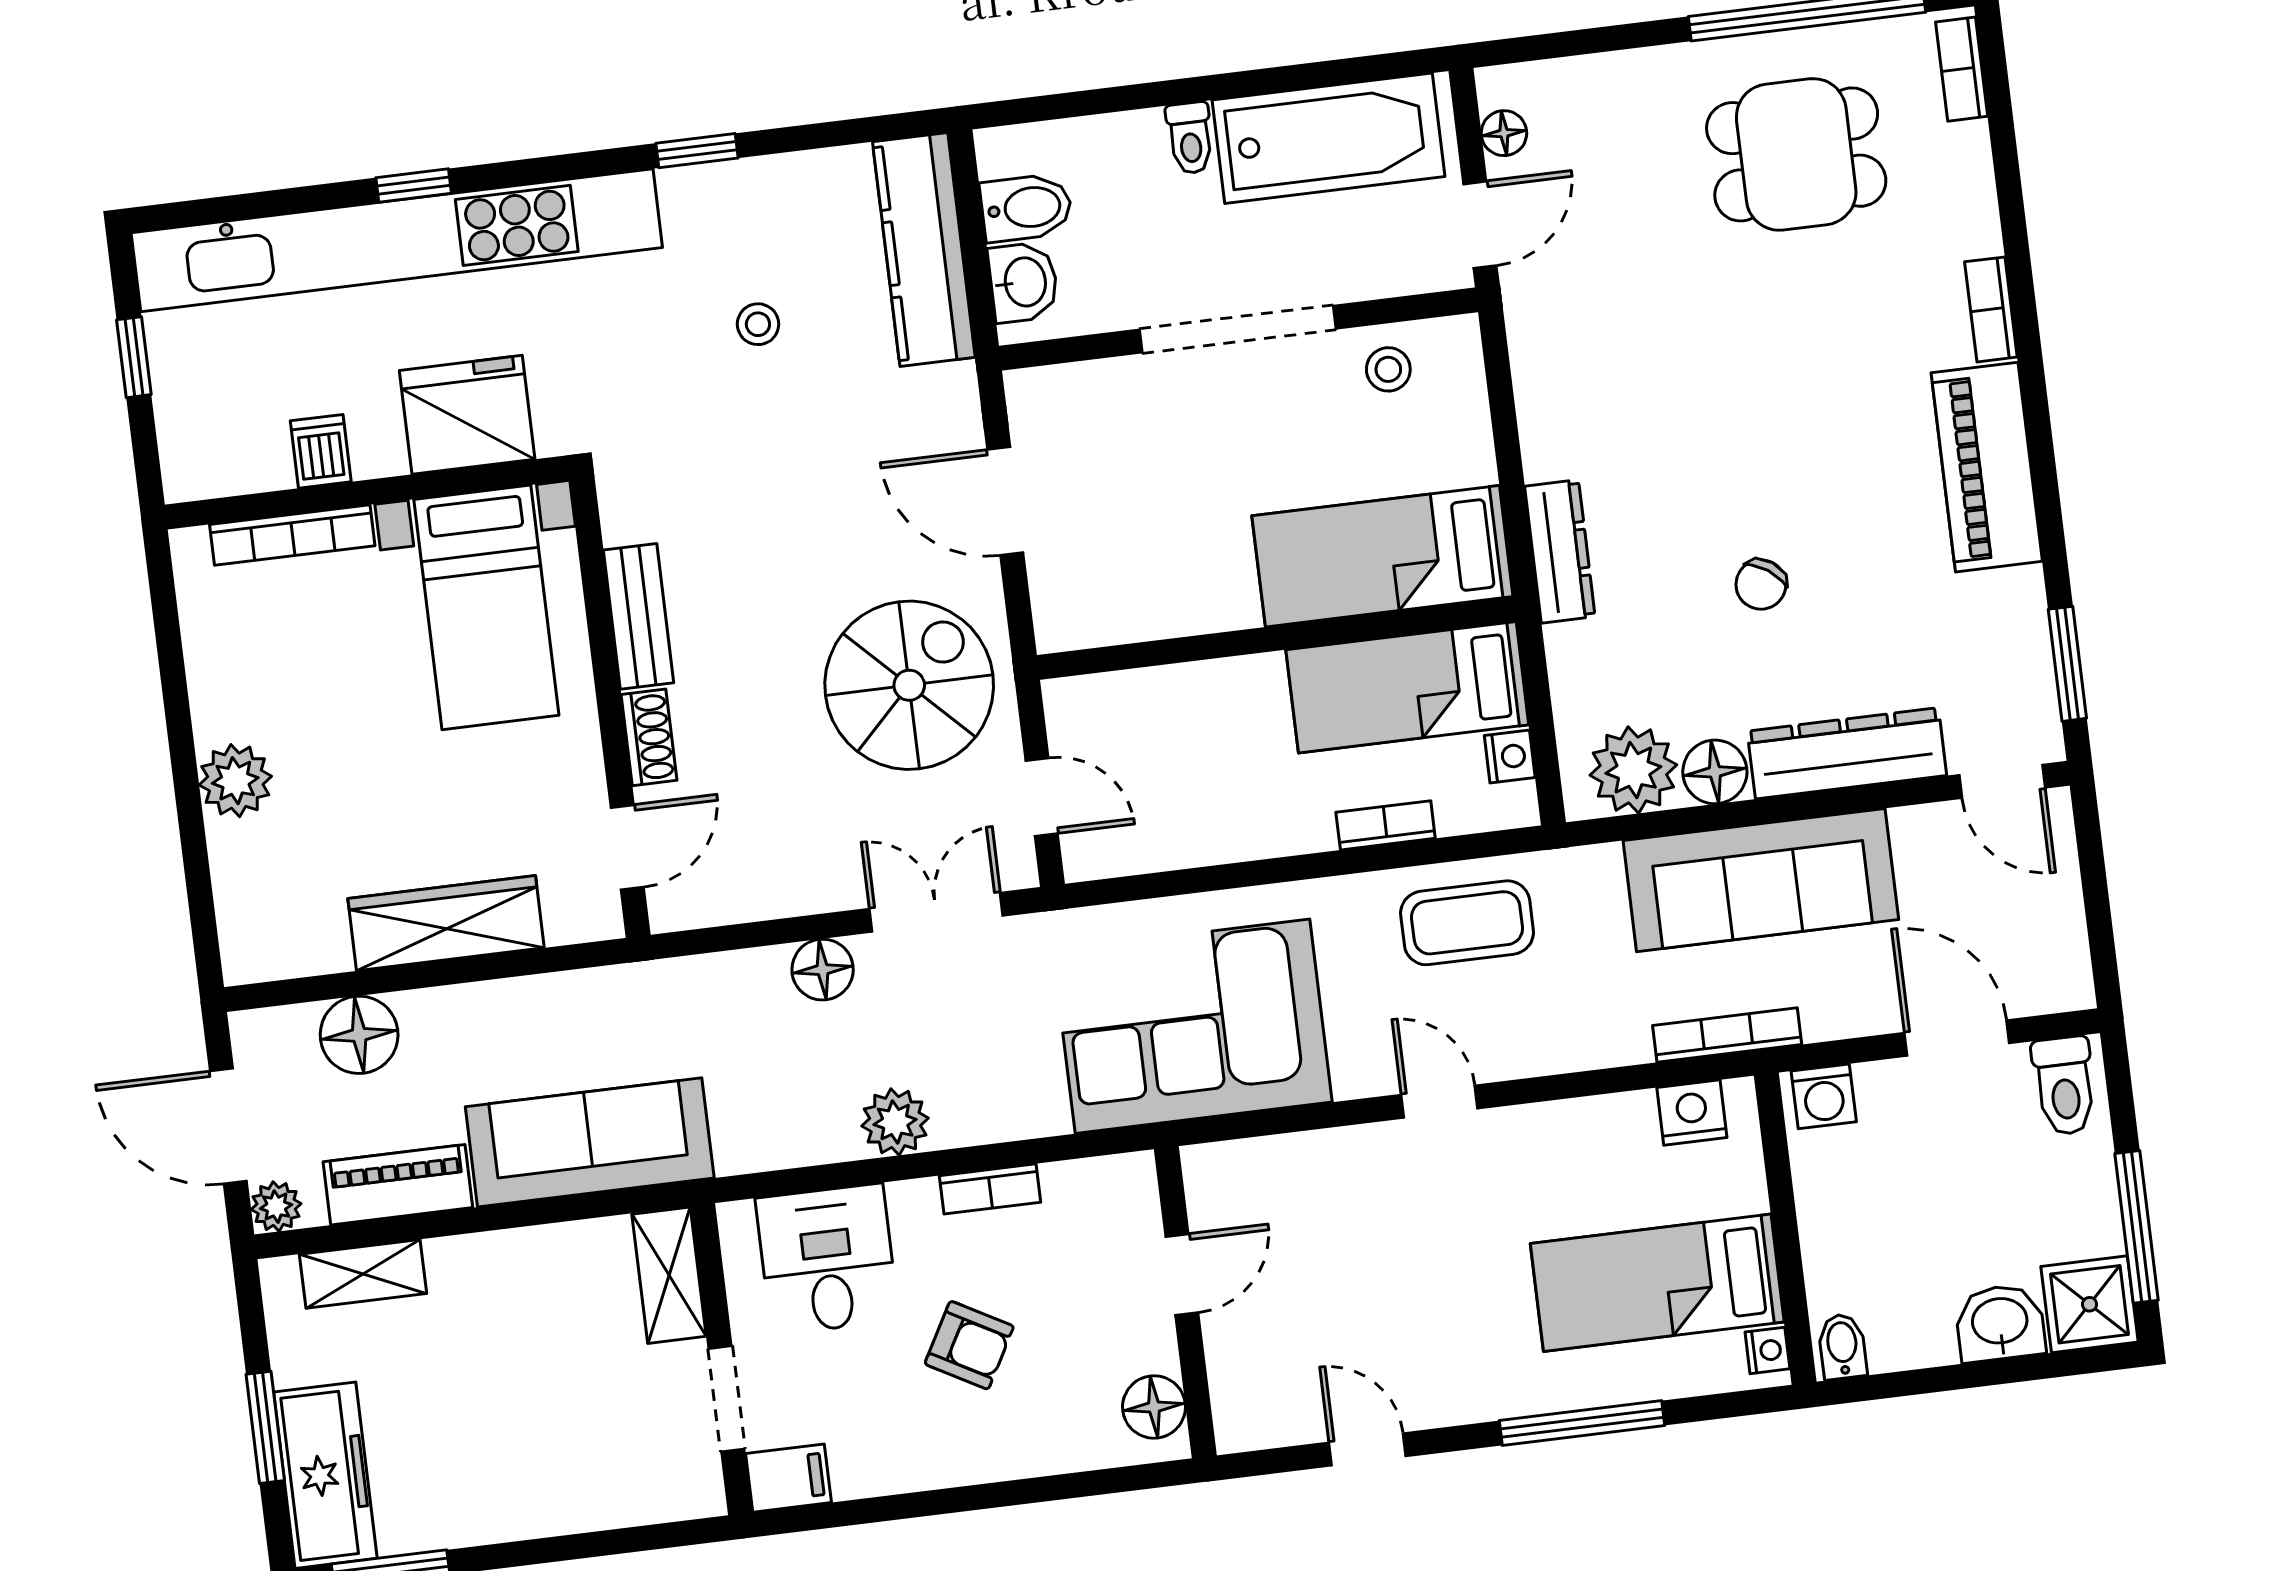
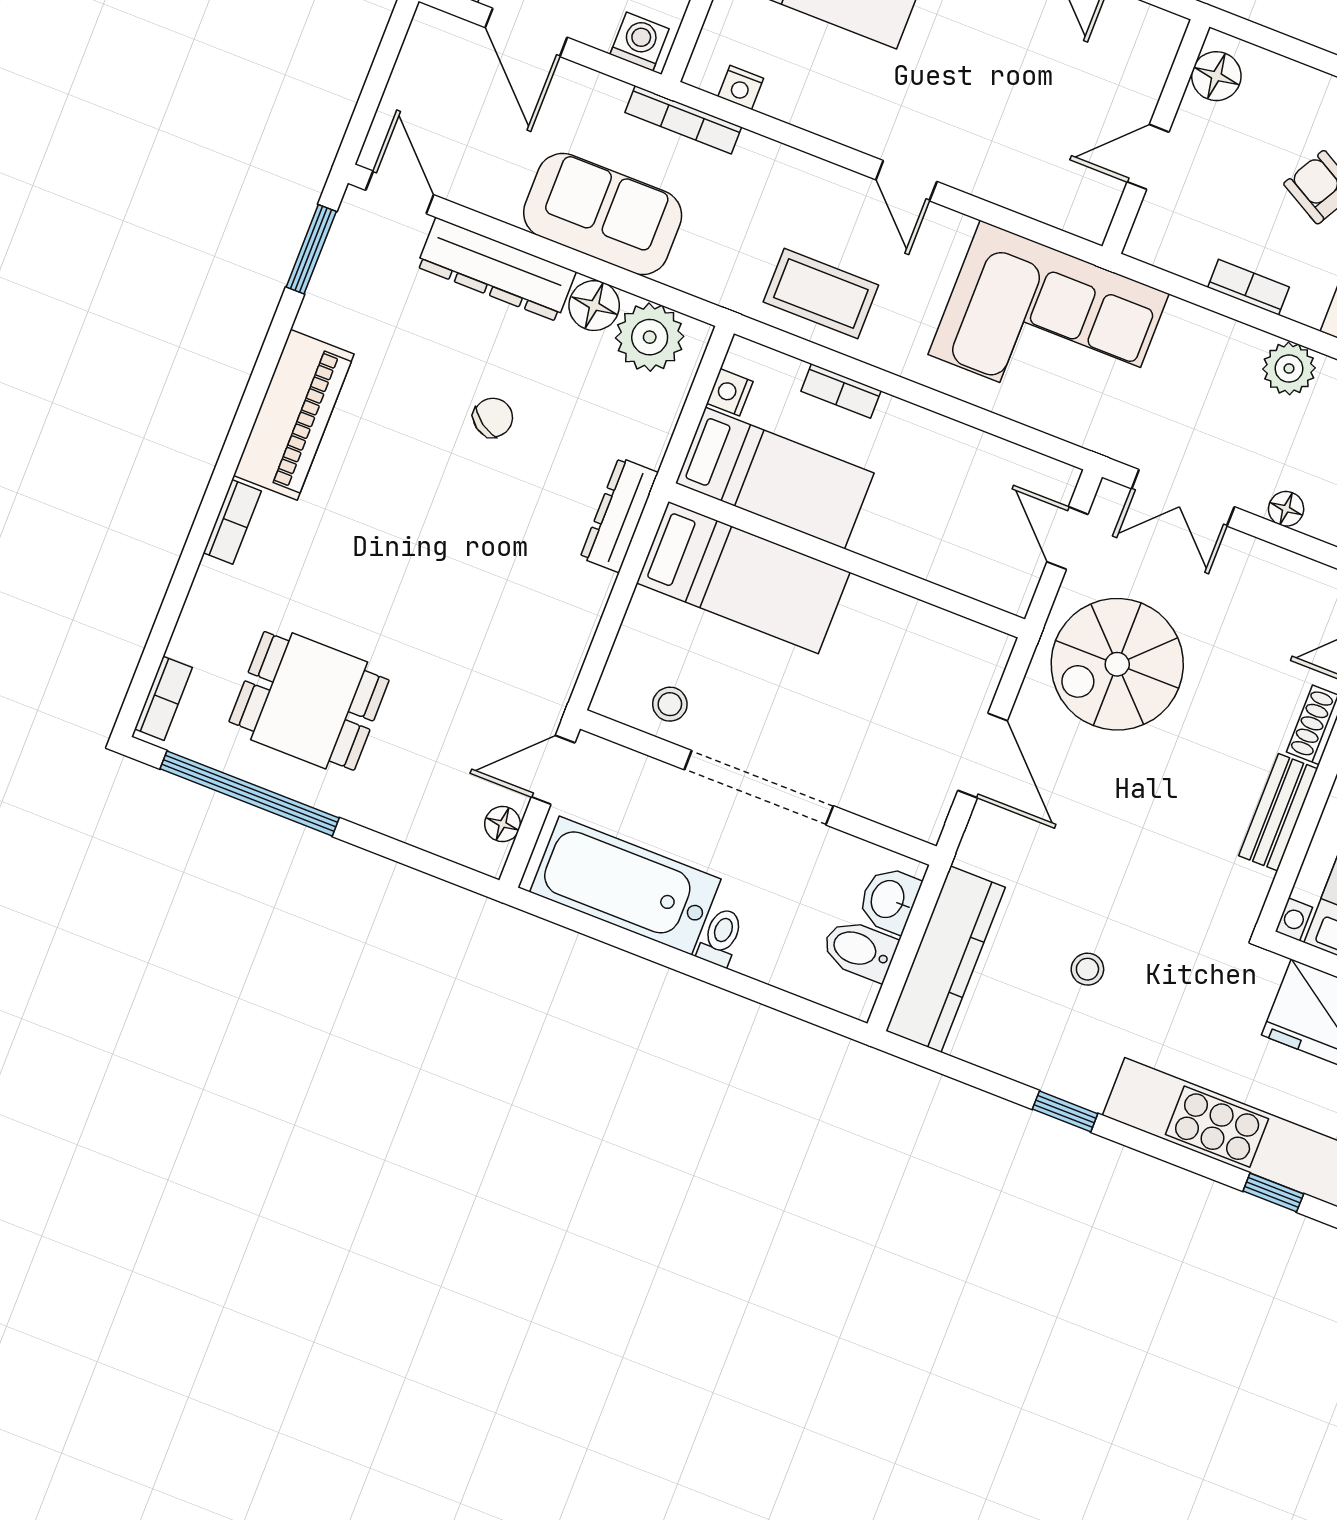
sofa: (1761, 880) -> (603, 214), width x0.73
floor lamp: (823, 970) -> (1286, 509), width x0.73, depth x0.73
nightstand: (1692, 1113) -> (741, 87), width x0.72, depth x0.74

